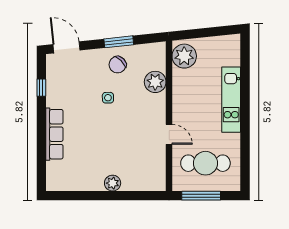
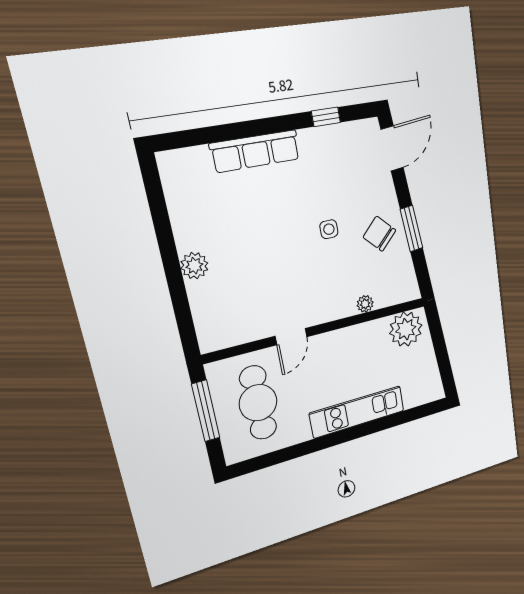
plant: (155, 82) -> (365, 304), width x0.53, depth x0.53

